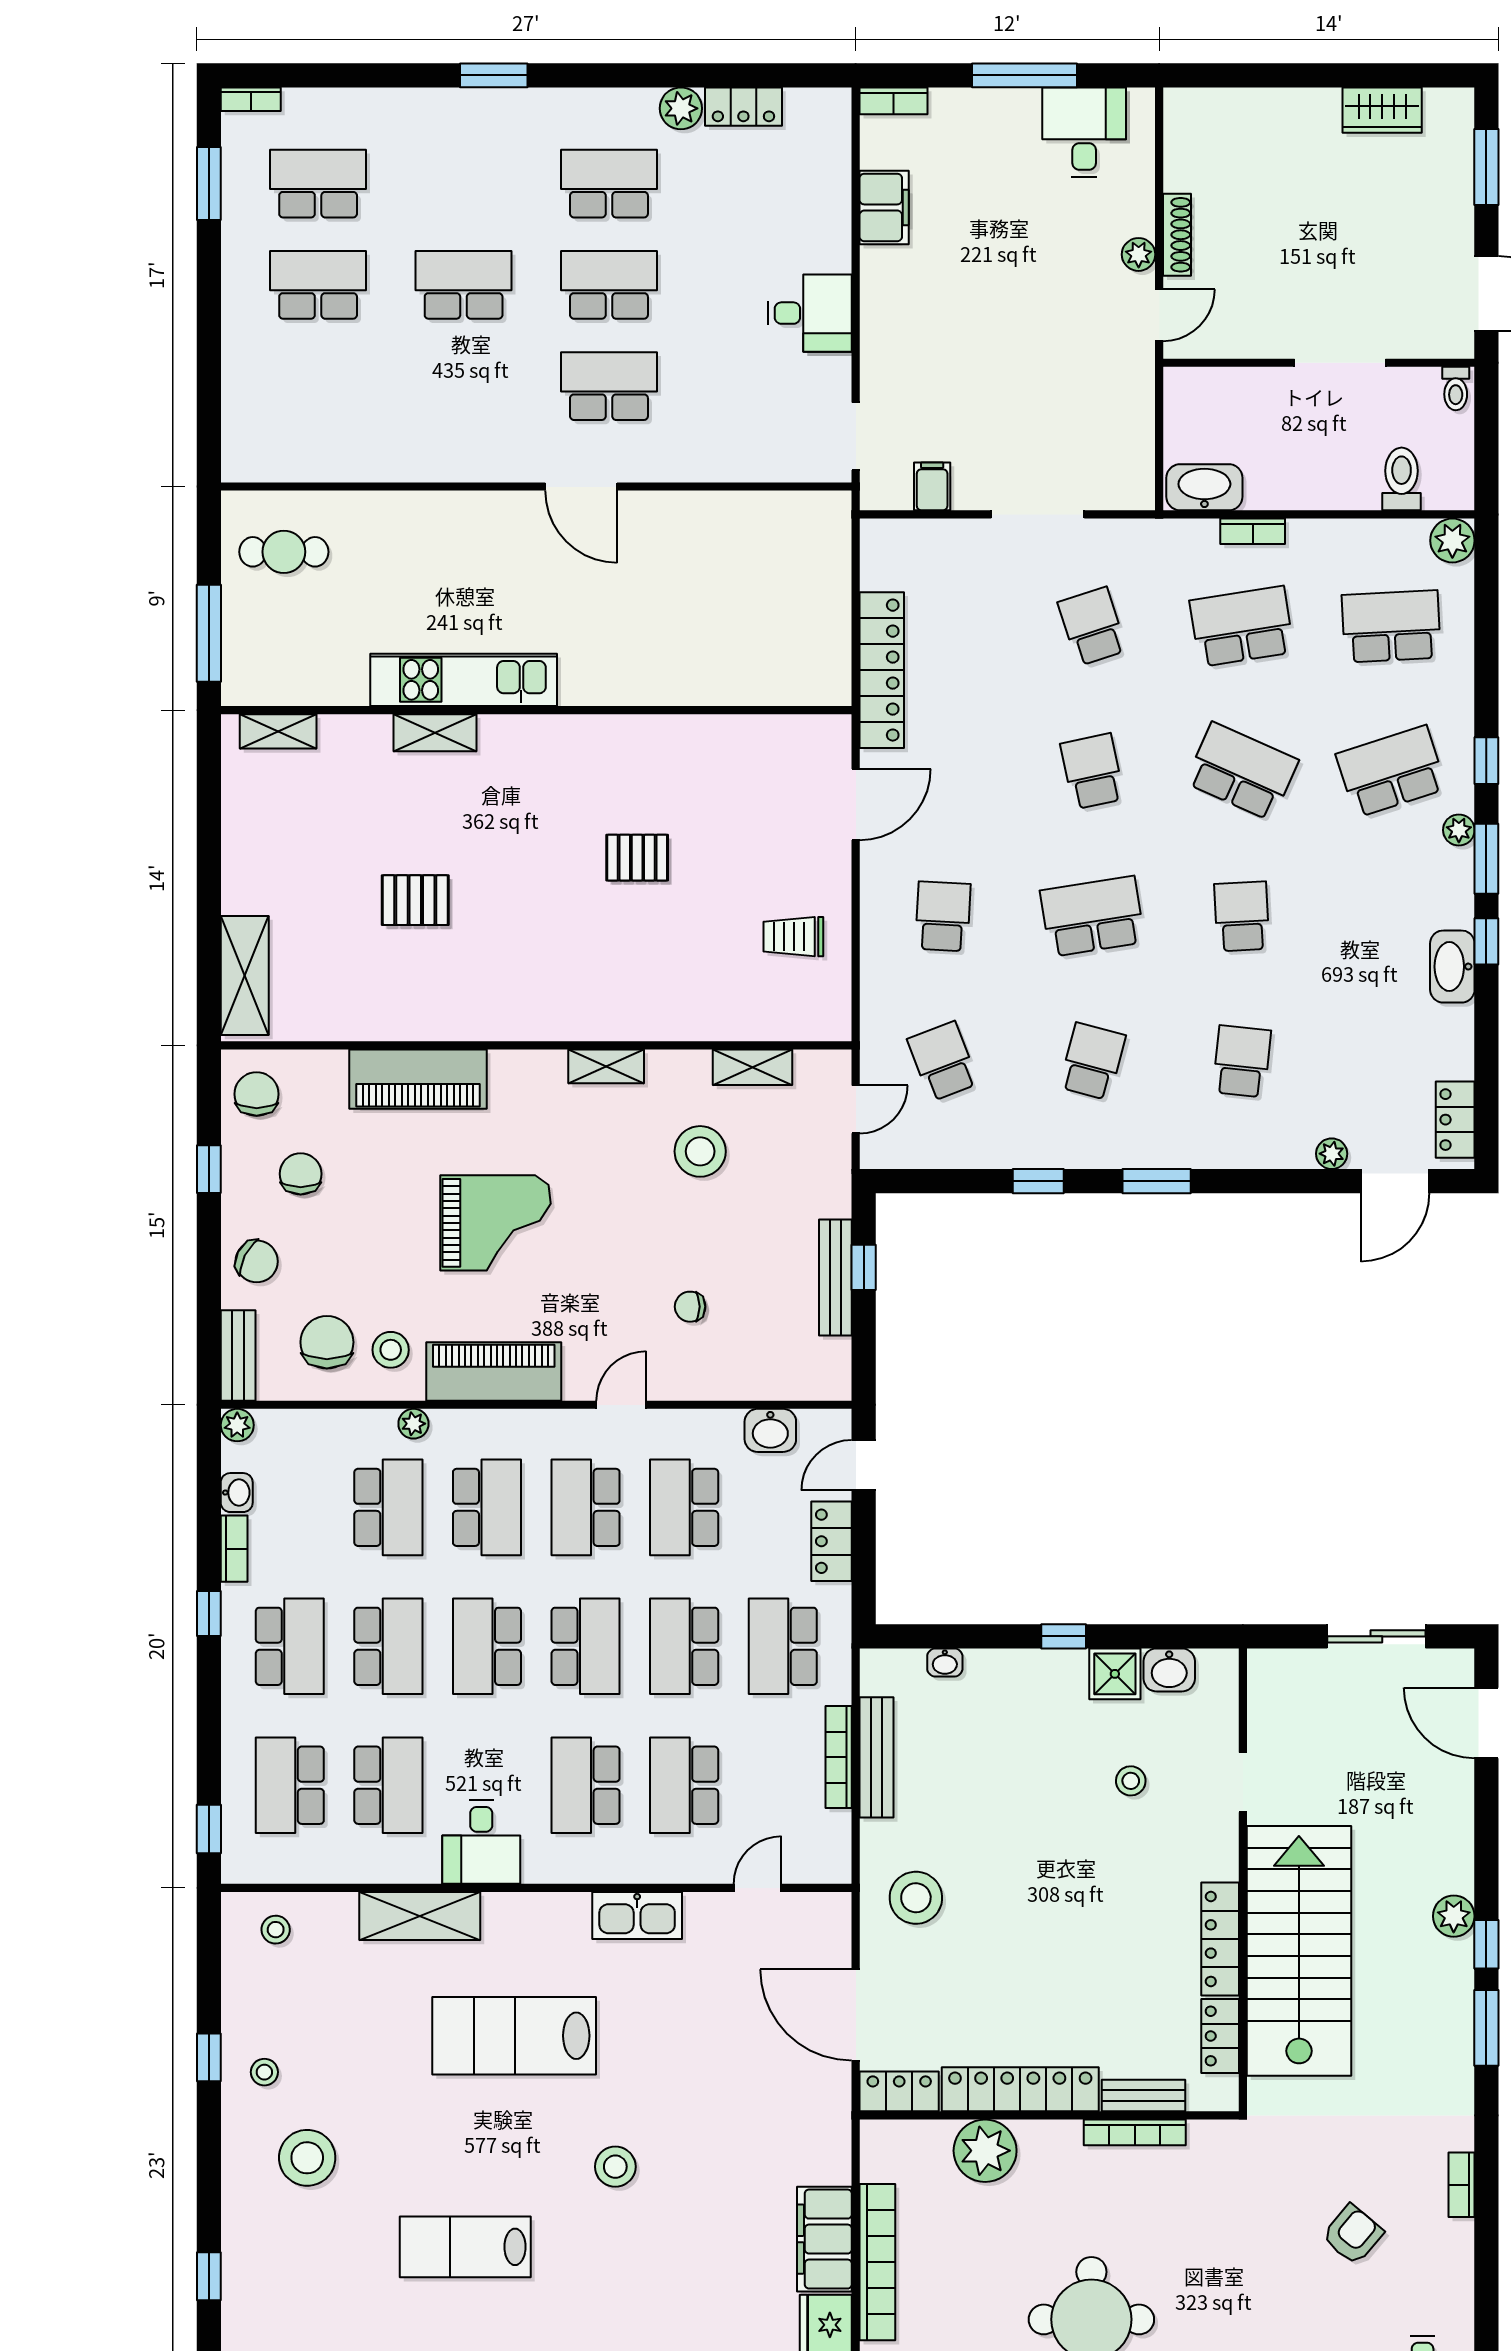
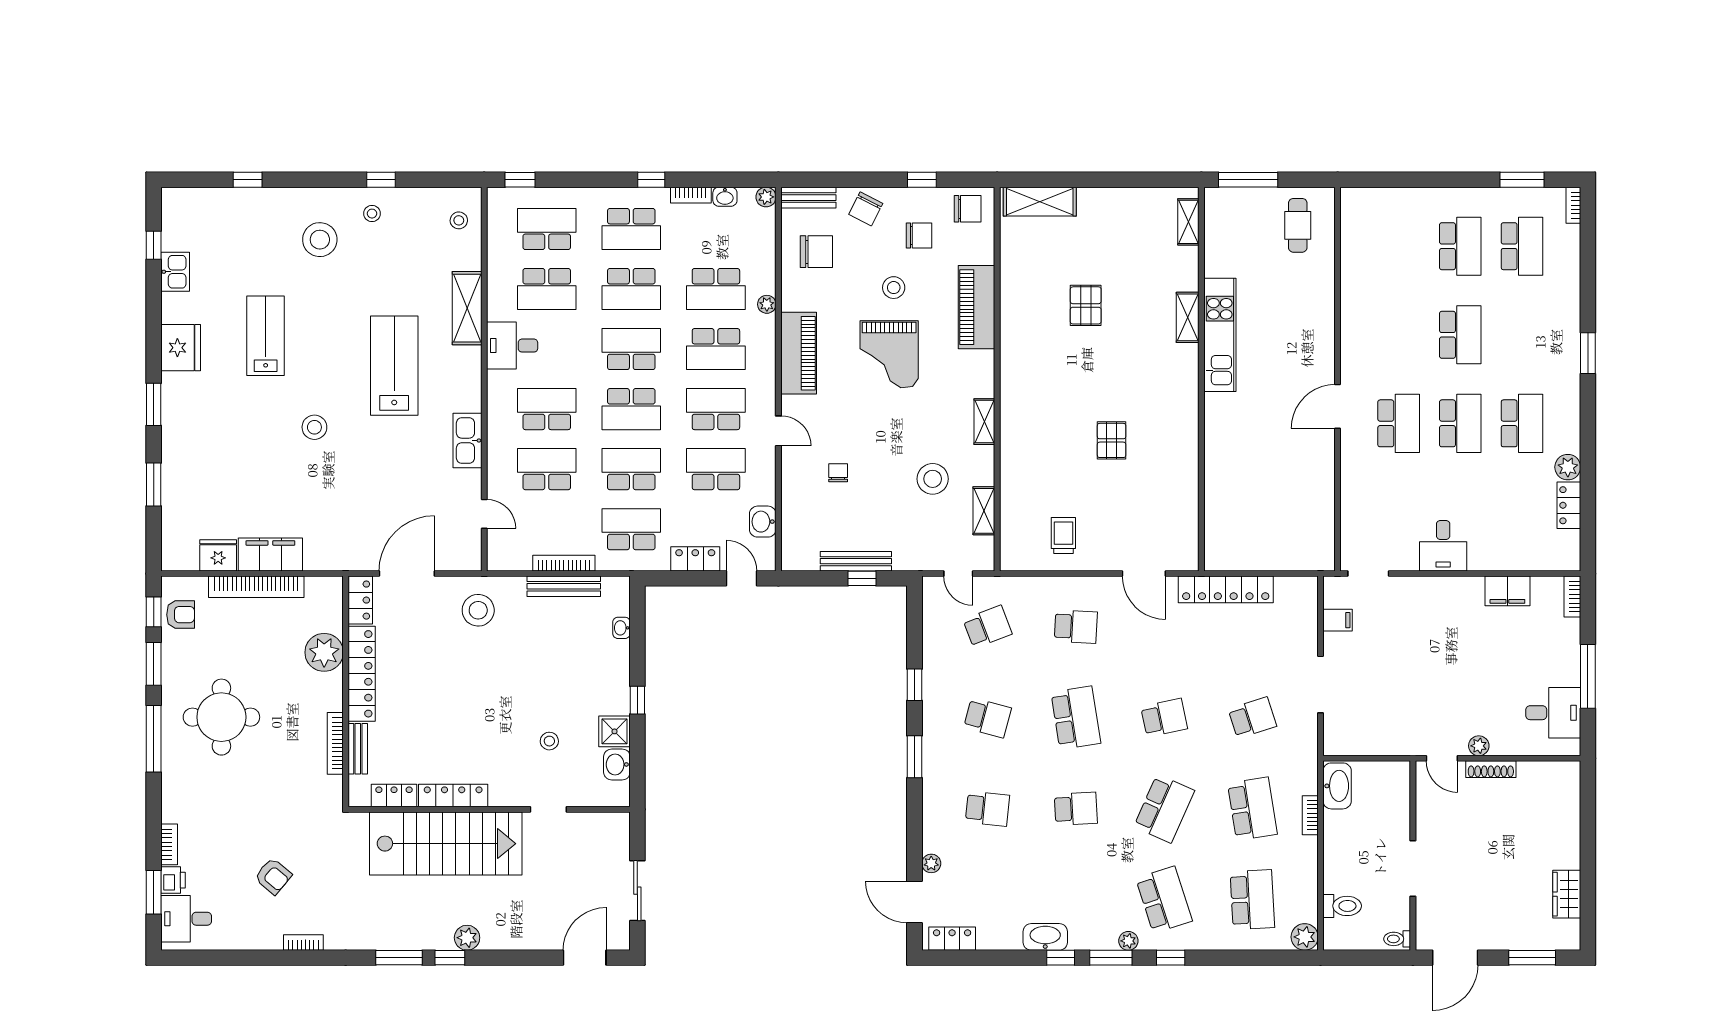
stool: (391, 1350) -> (894, 288), moved

